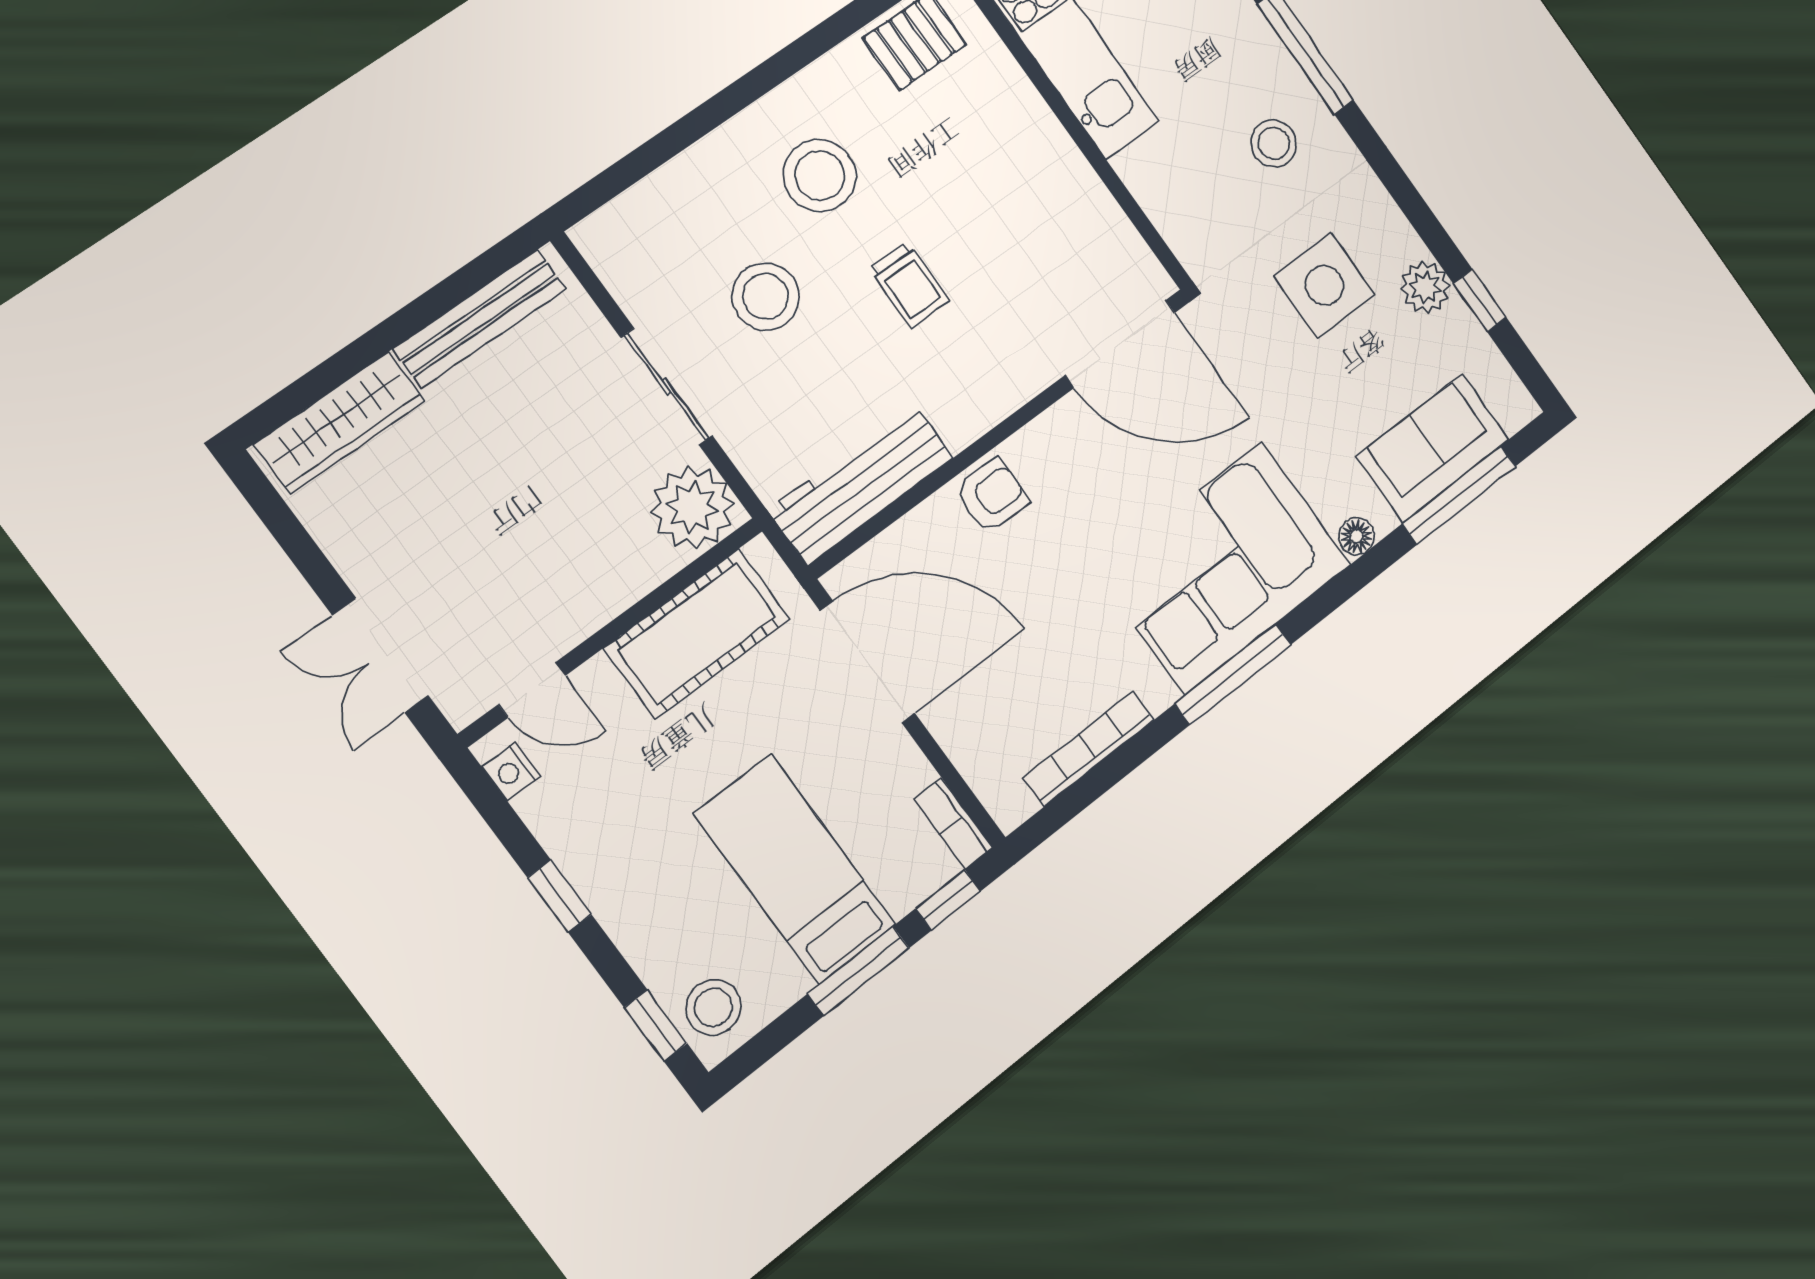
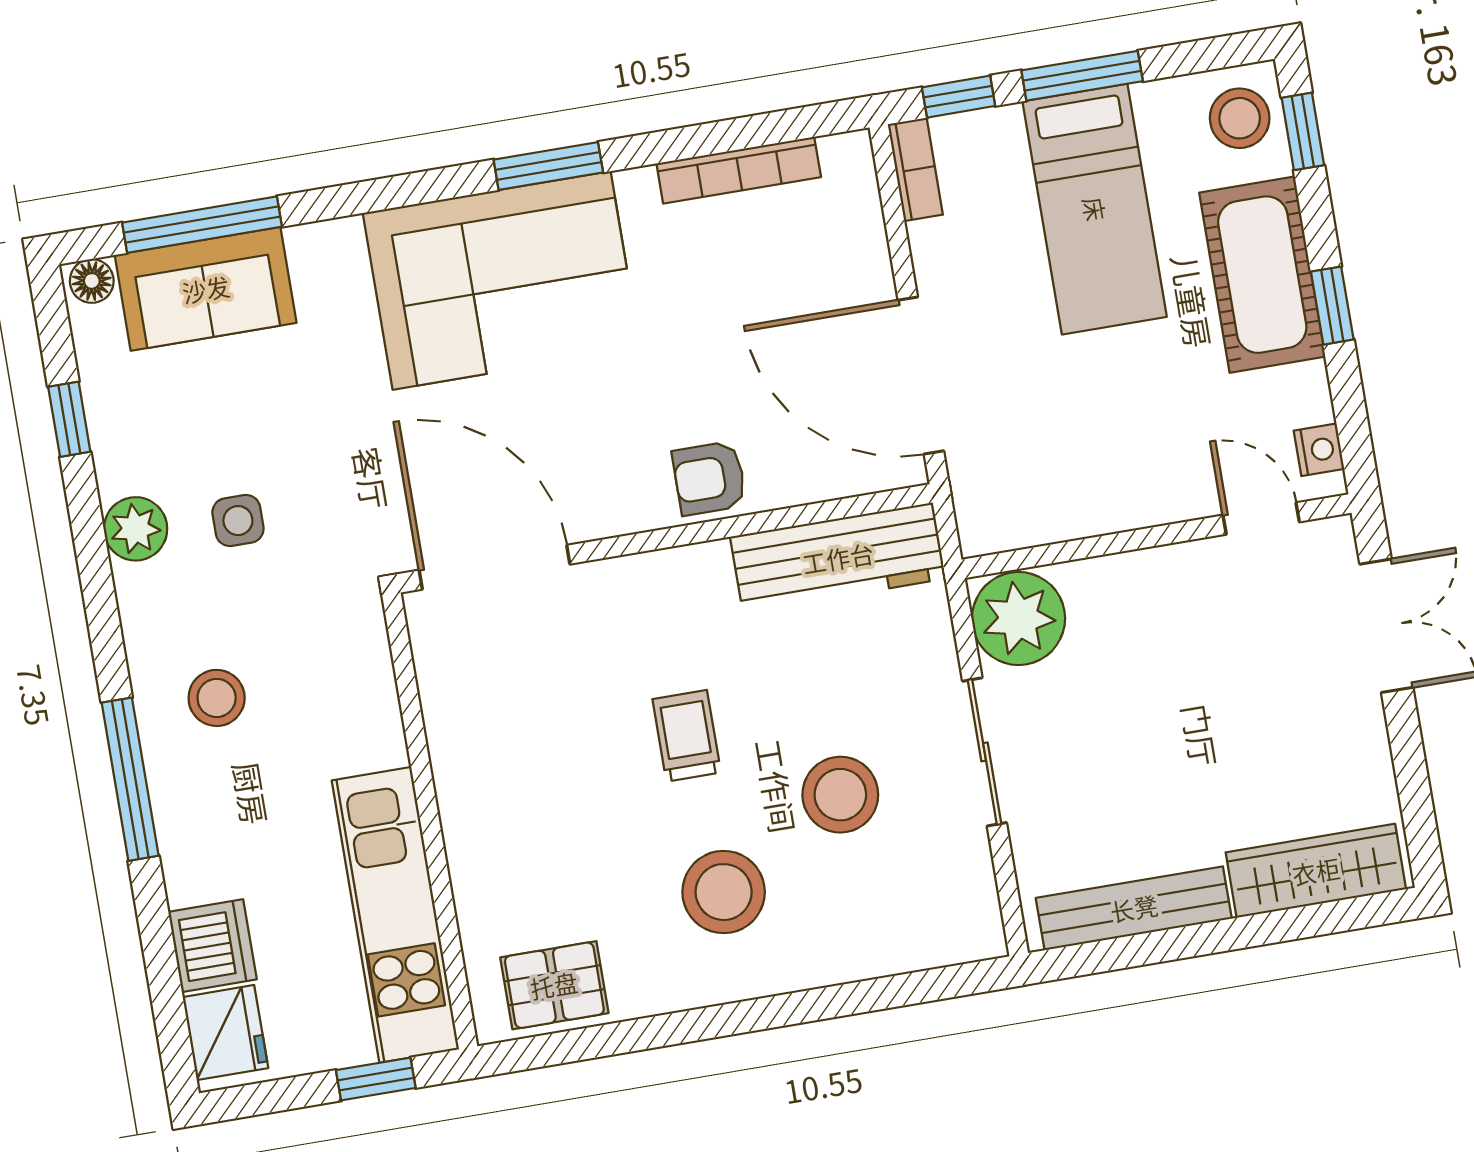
side table: (1324, 285) -> (238, 521), width x0.54, depth x0.54
plant: (1425, 287) -> (136, 529), moved
floor lamp: (1356, 536) -> (92, 281), moved
cot: (697, 633) -> (1262, 275), moved, turned 90
window: (1233, 674) -> (548, 166), width x0.69

